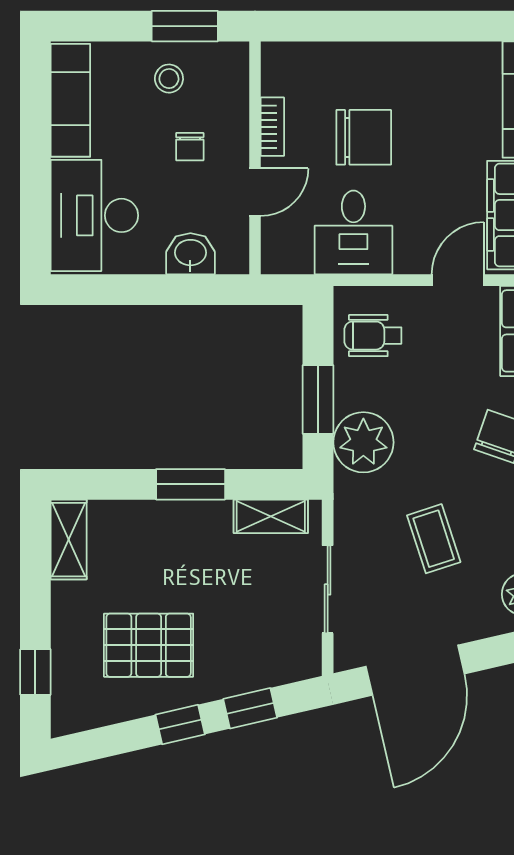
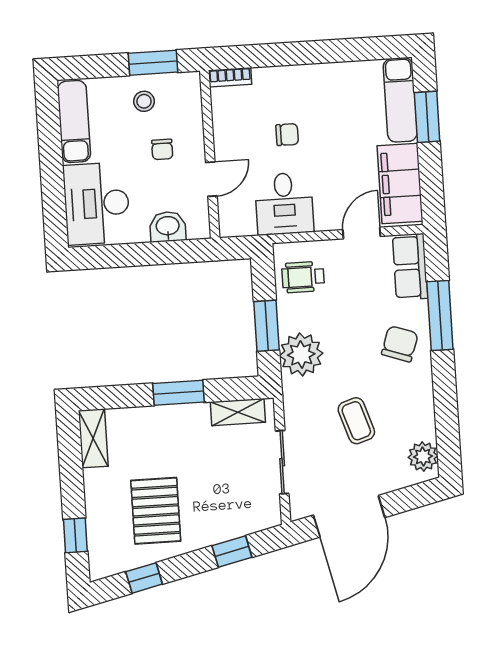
bookcase: (272, 127) -> (230, 77), moved, turned 90
chair: (364, 137) -> (287, 135), width x0.54, depth x0.54
pallet: (149, 645) -> (156, 511), turned 90
window: (180, 724) -> (144, 578), moved

